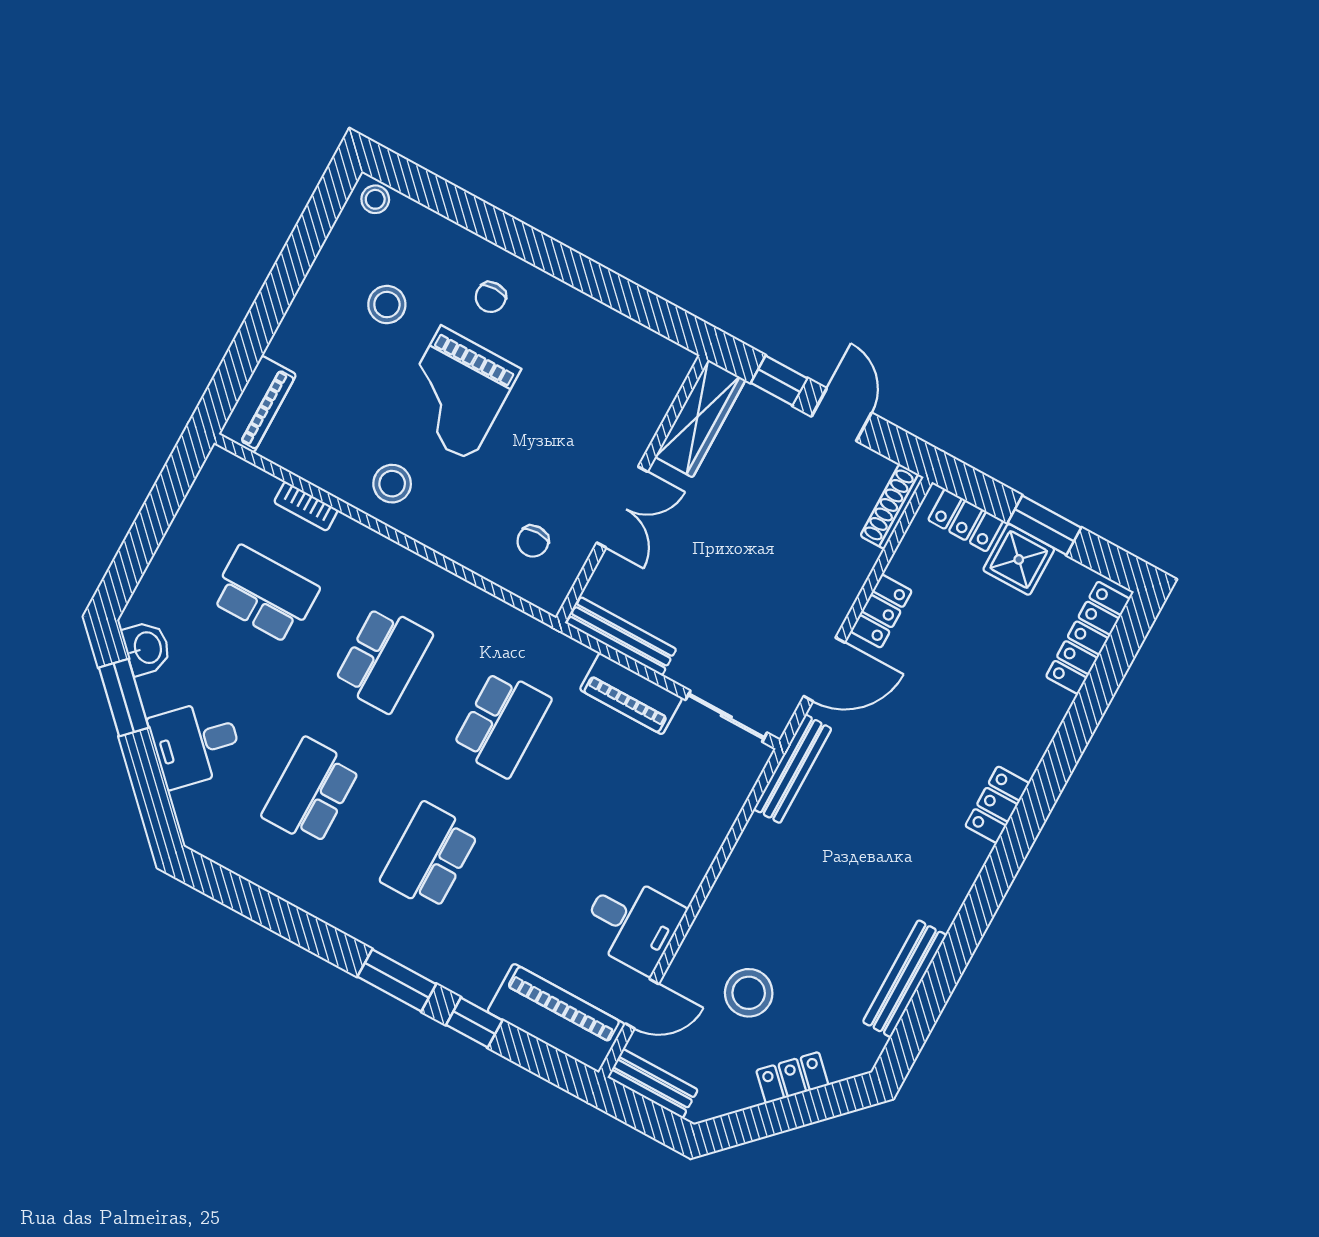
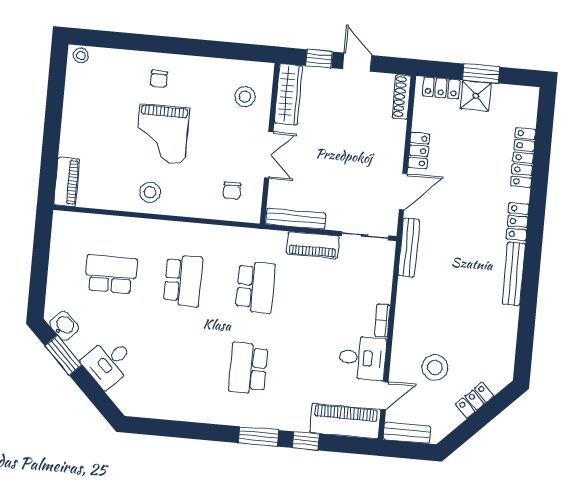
stool: (387, 305) -> (245, 97), moved
bookcase: (306, 506) -> (382, 320), moved, turned 90
locker: (1088, 638) -> (523, 158), moved
school desk: (311, 792) -> (176, 362), removed
bench: (905, 979) -> (514, 274), moved

